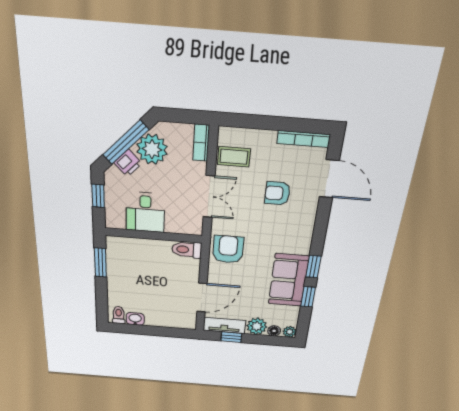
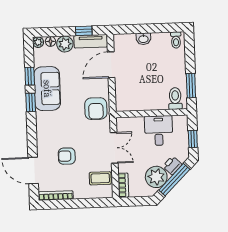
armchair: (277, 193) -> (67, 156), turned 180
double door: (209, 197) -> (114, 148), swing flipped
toilet: (187, 250) -> (175, 98), moved, turned -90
washbasin: (135, 319) -> (143, 39), moved

